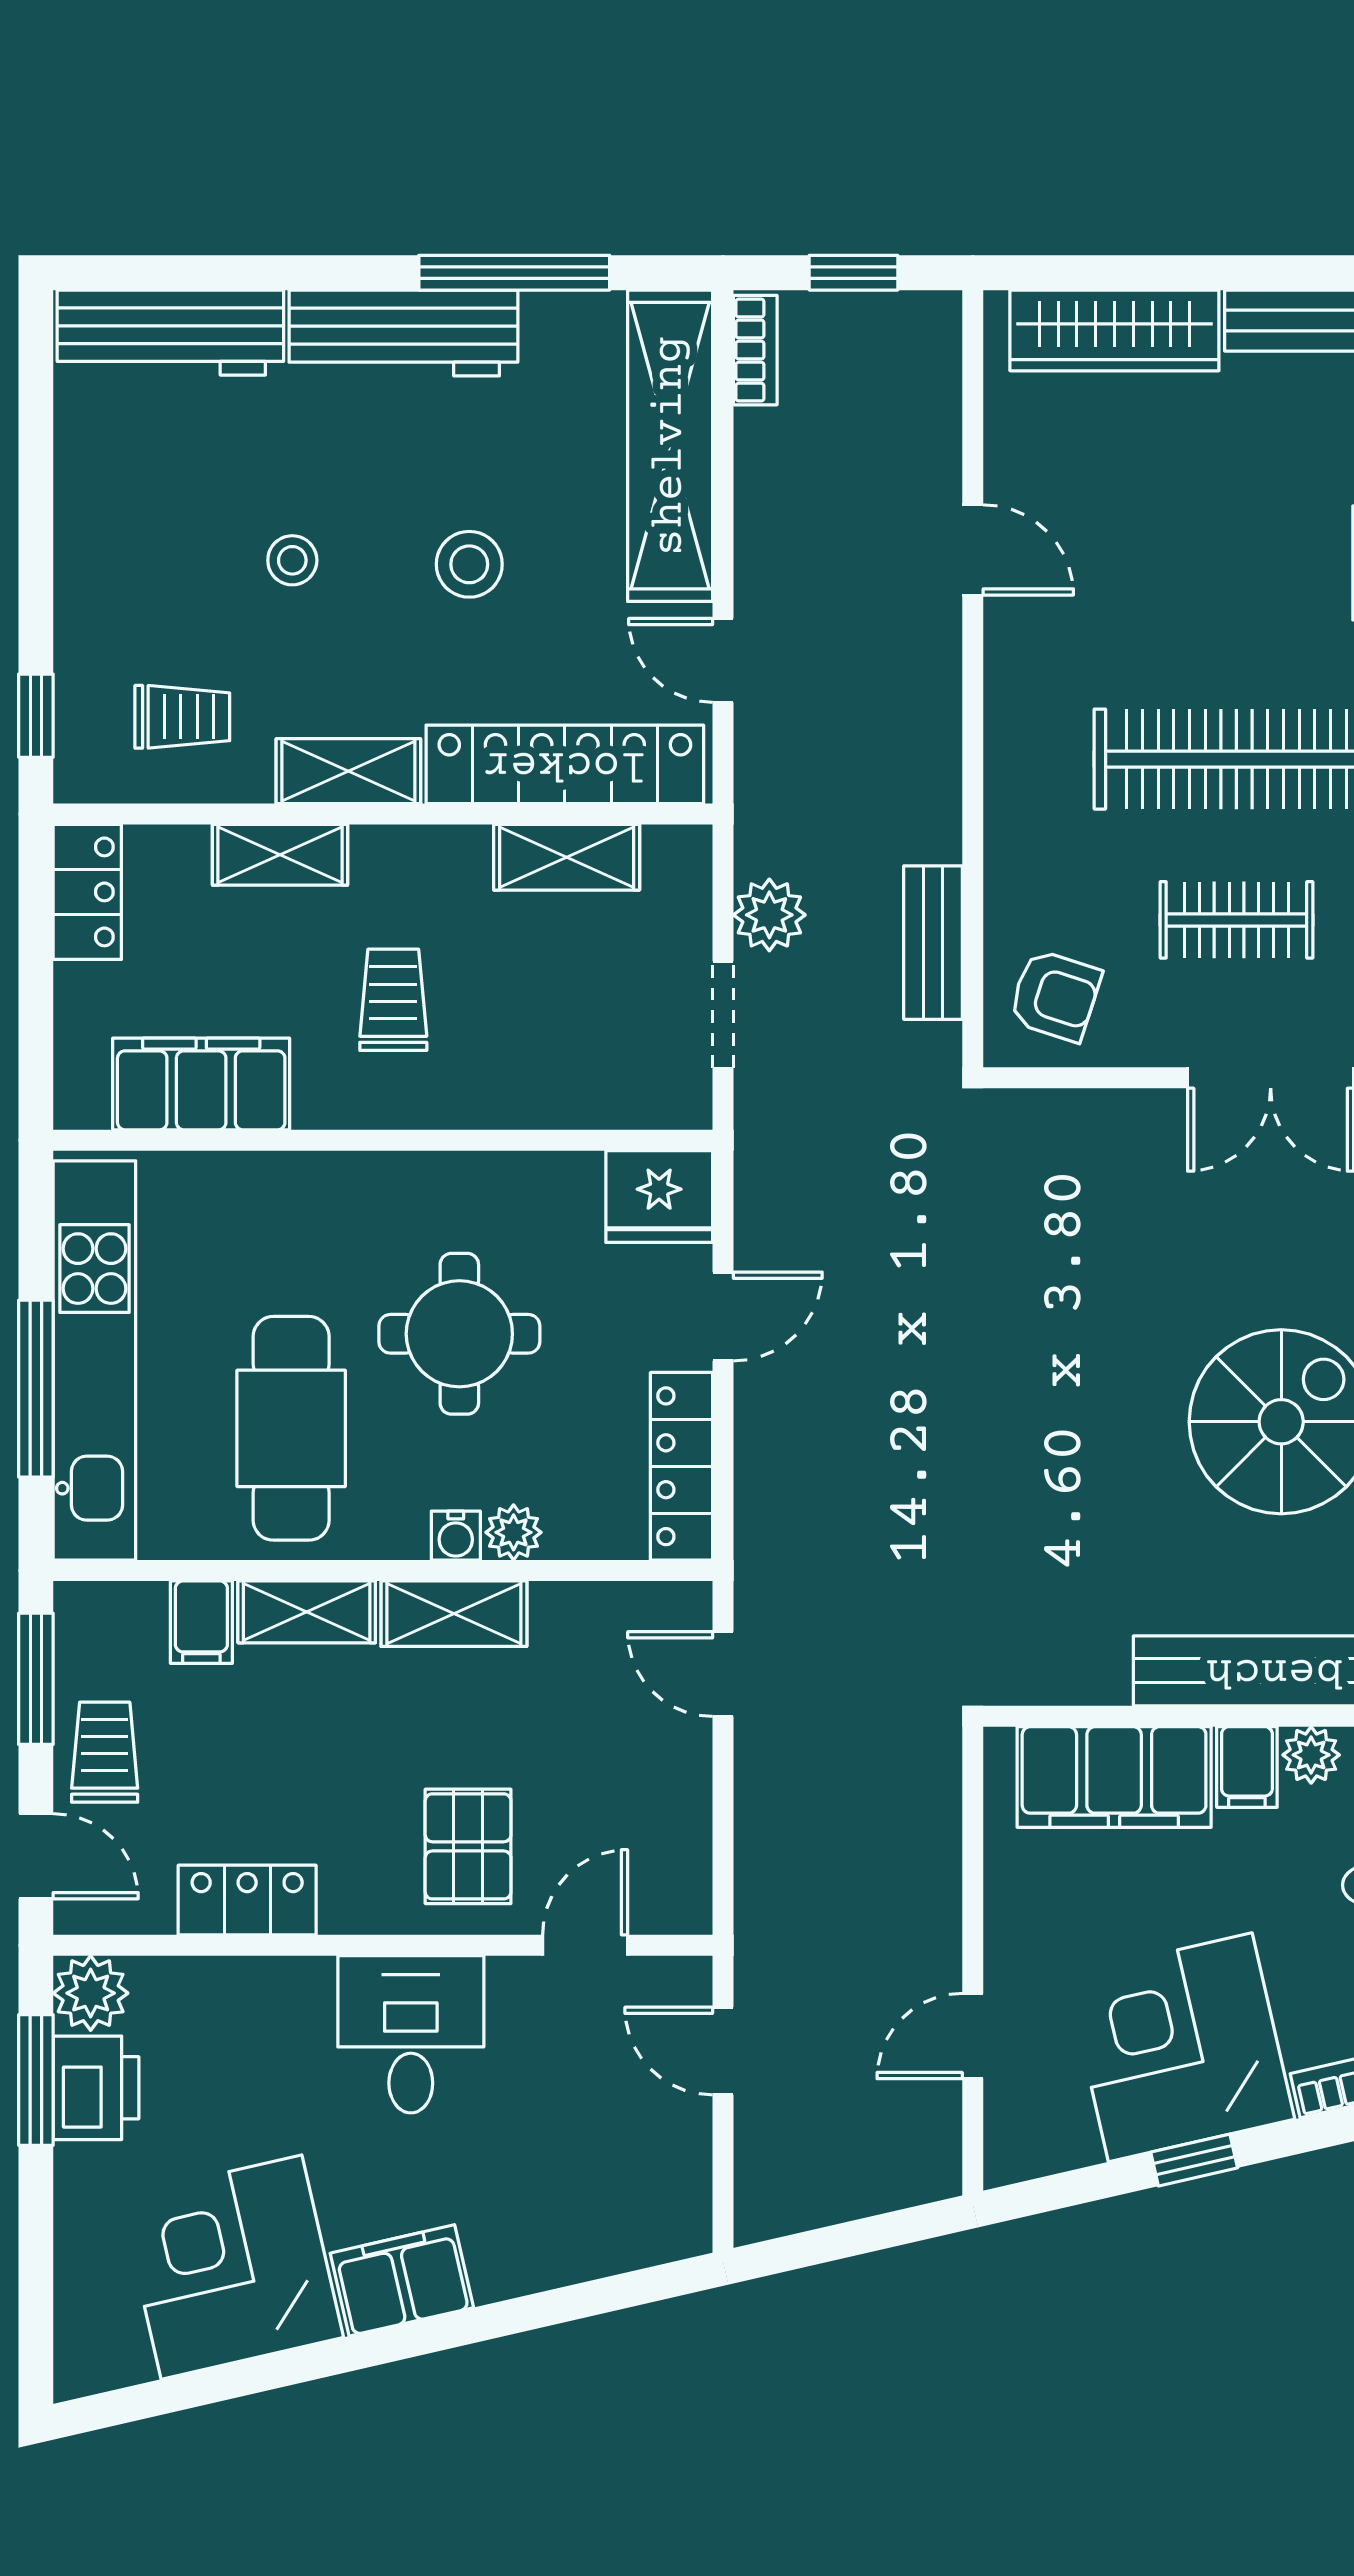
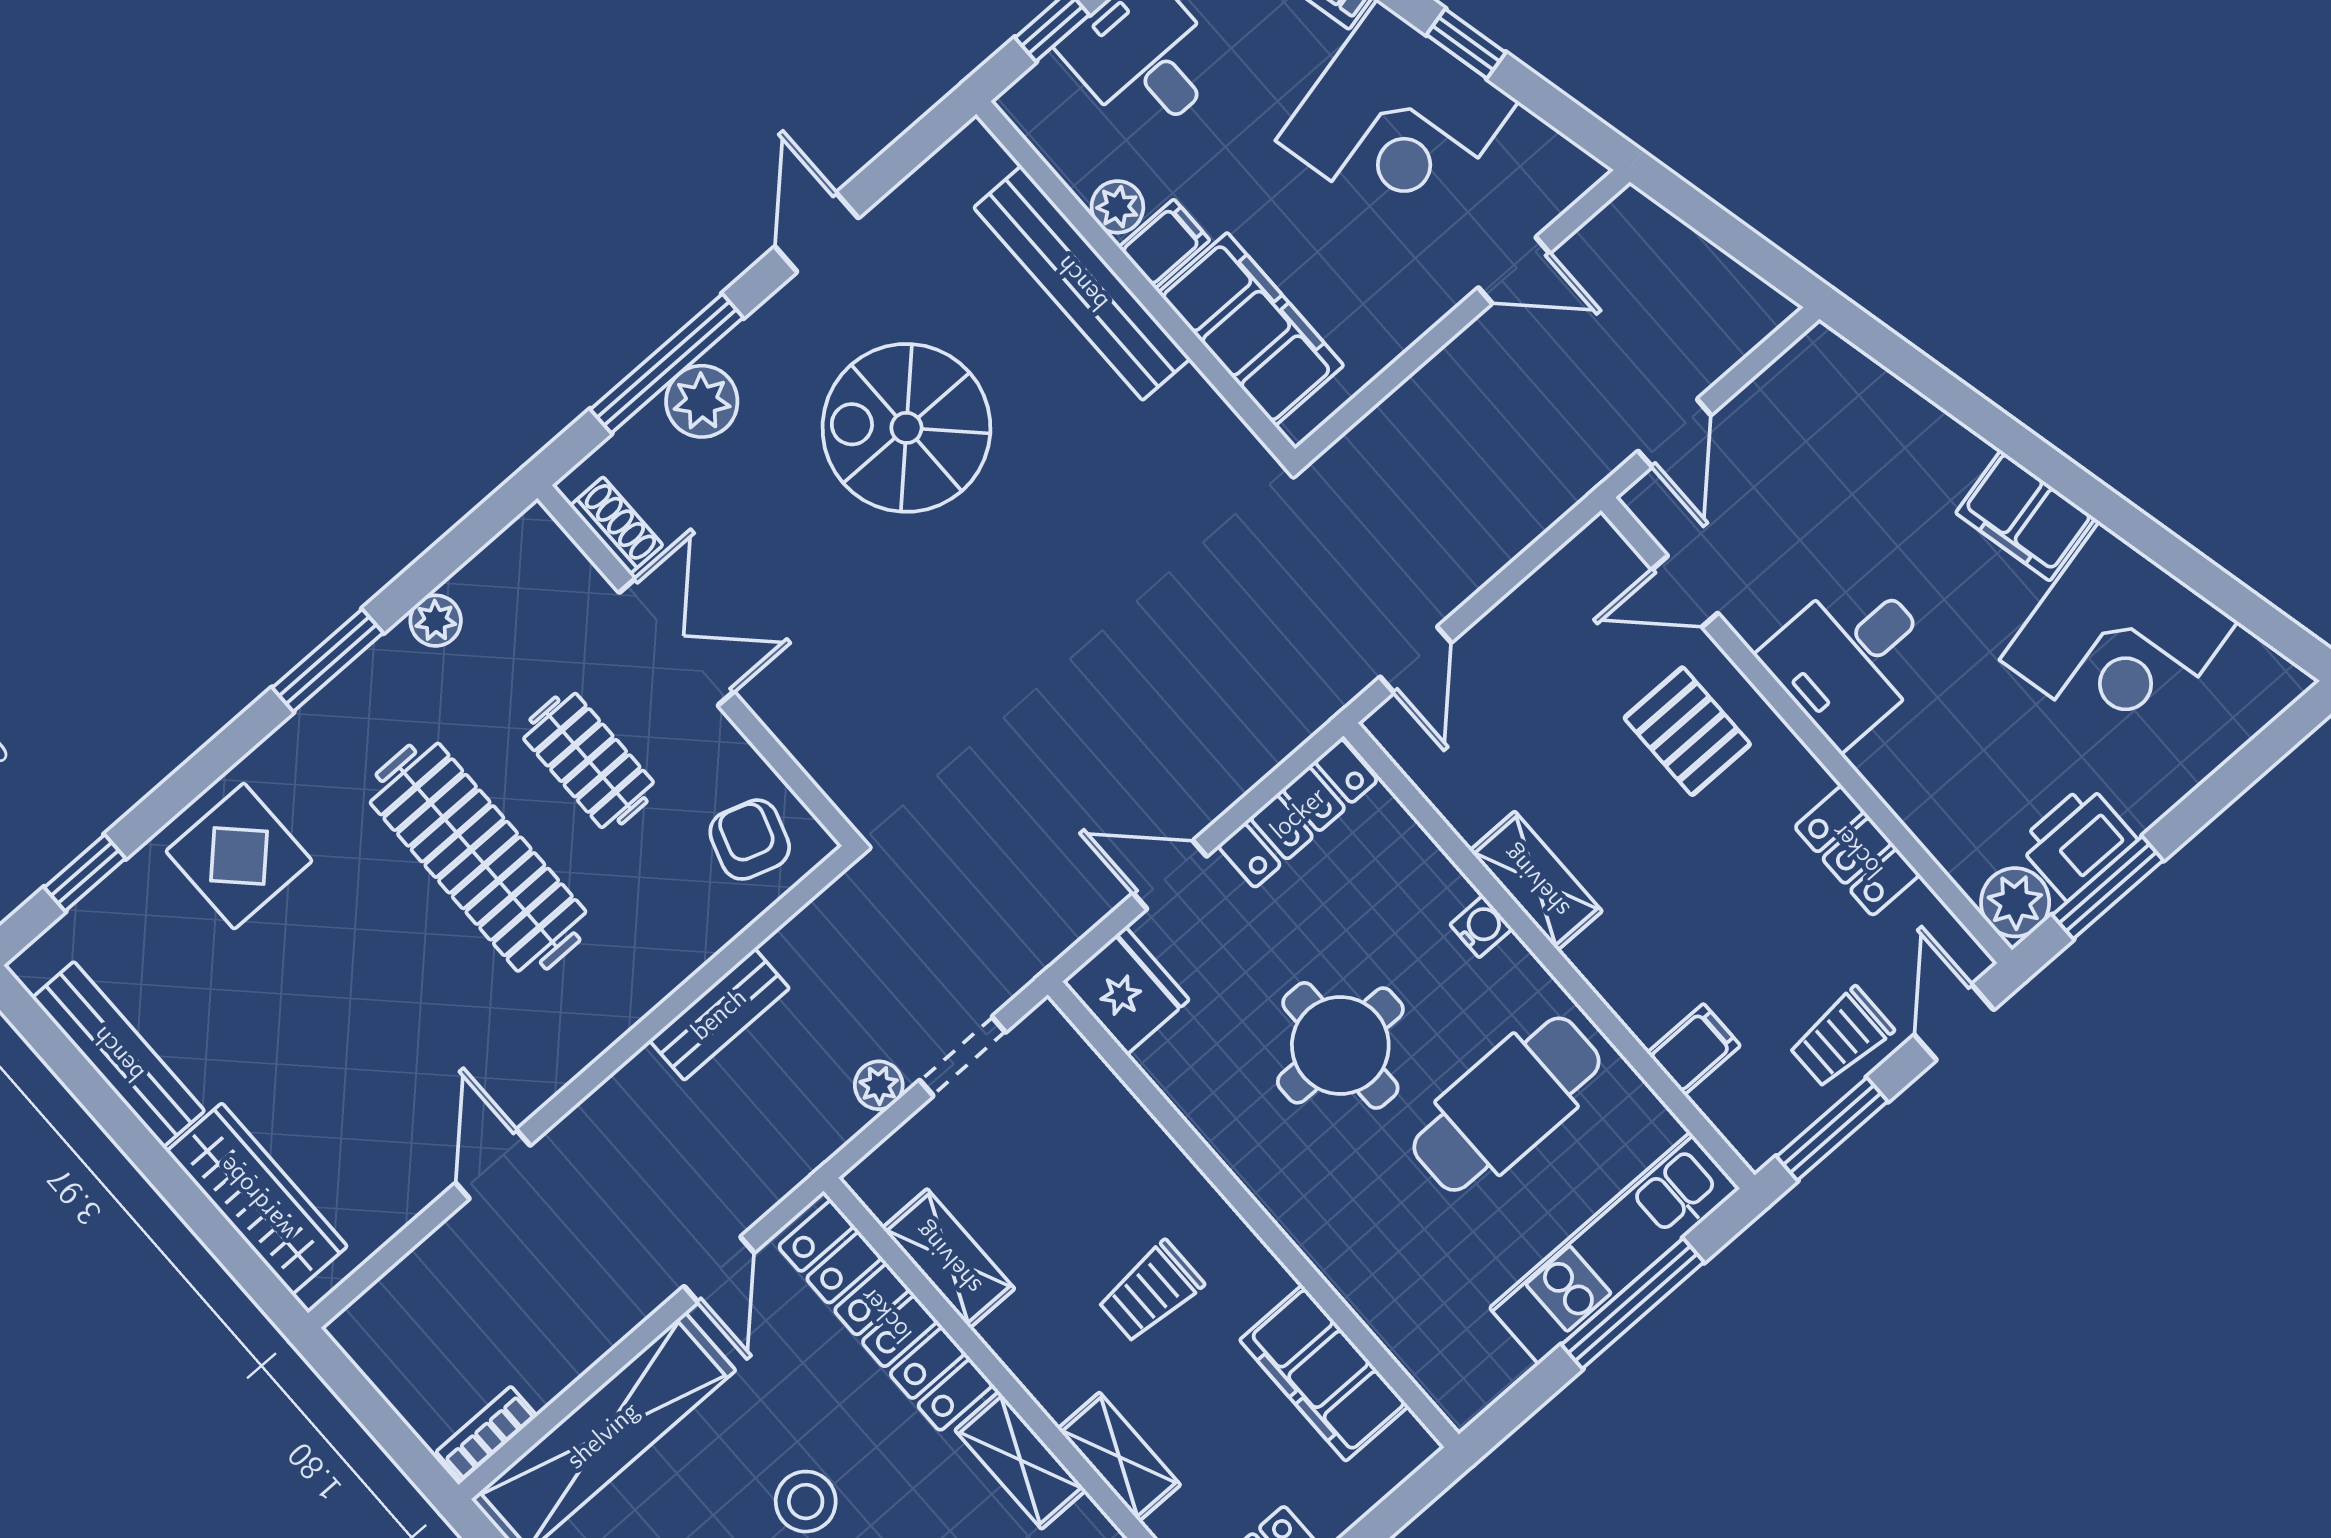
window: (854, 273) -> (374, 1413), removed
plant: (769, 915) -> (879, 1085), width x0.73, depth x0.73
bench: (933, 943) -> (719, 1014), moved
kitchen unit: (94, 1360) -> (1615, 1248), width x0.73
plant: (514, 1532) -> (1444, 889), removed
shelving: (307, 1612) -> (1623, 983), removed
pallet: (468, 1846) -> (1687, 731), turned 90

